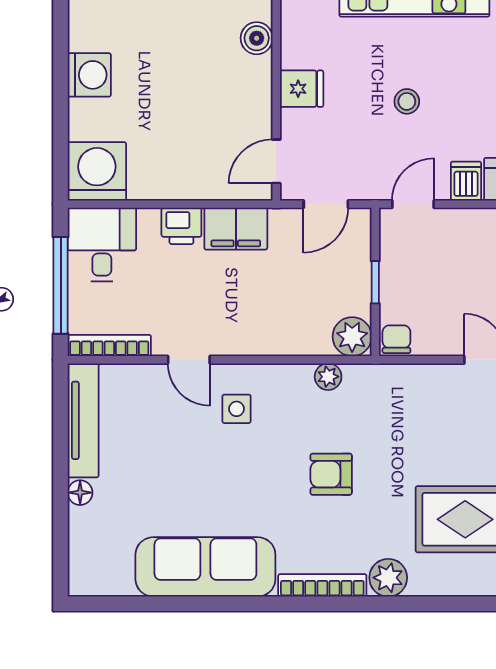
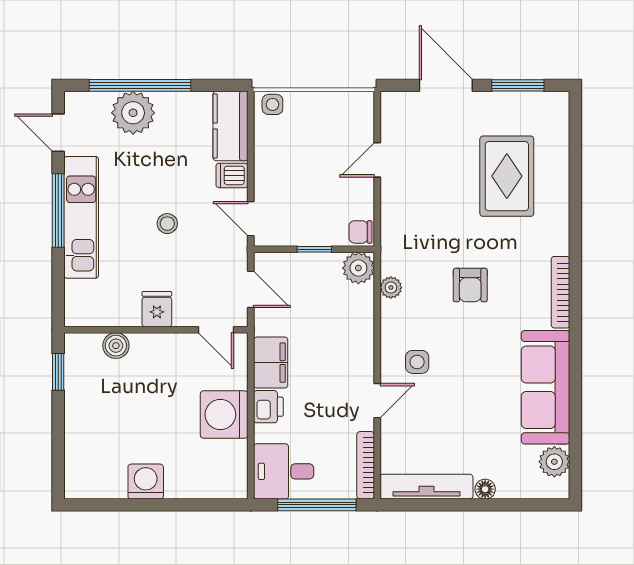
washing machine: (97, 171) -> (224, 415), moved
plant: (388, 578) -> (554, 462), moved

